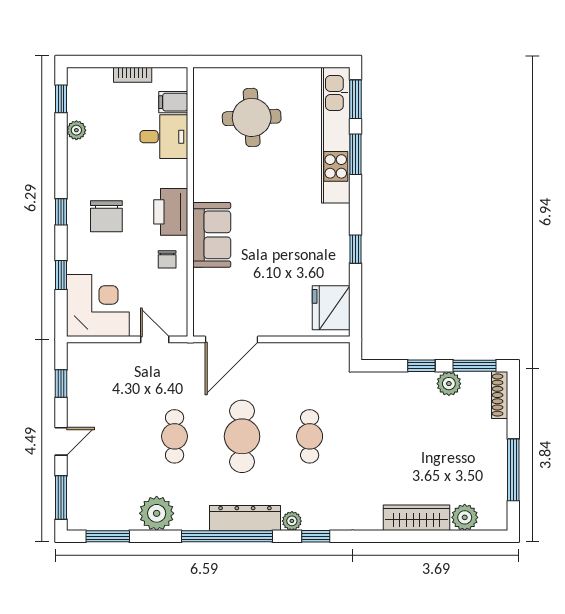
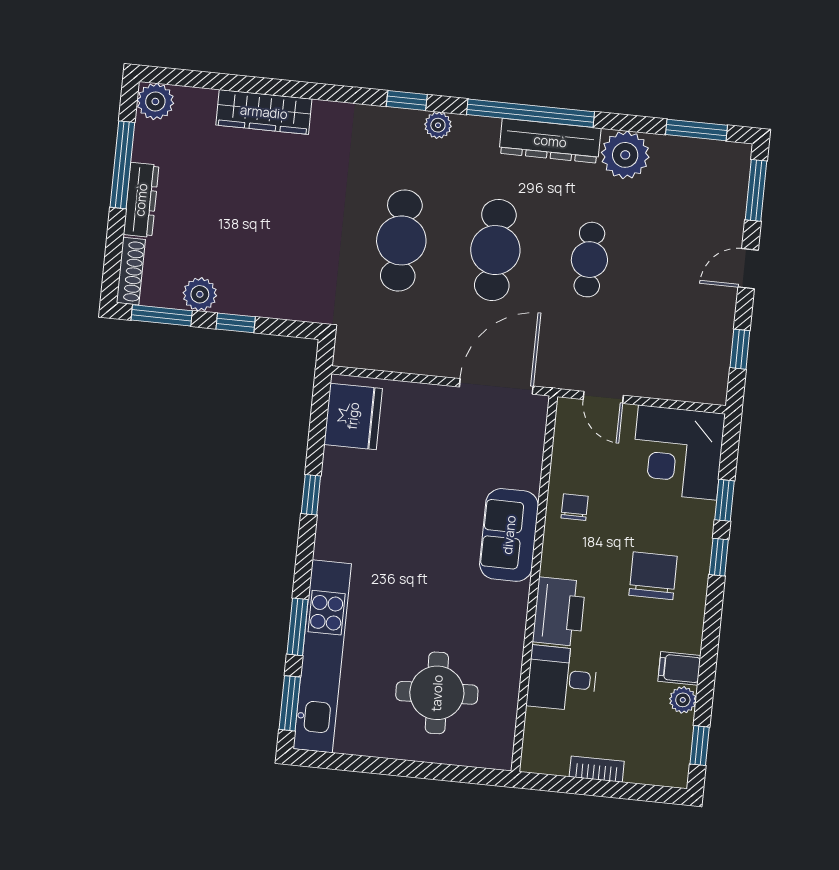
filing cabinet: (173, 102) -> (679, 668), moved, turned 180
window: (61, 212) -> (719, 557), moved
printer: (171, 212) -> (559, 612), moved
cafe table: (310, 436) -> (401, 240), width x1.37, depth x1.35
dresser: (497, 446) -> (141, 200), added
plant: (465, 517) -> (155, 101), moved
dresser: (245, 518) -> (550, 141), moved

